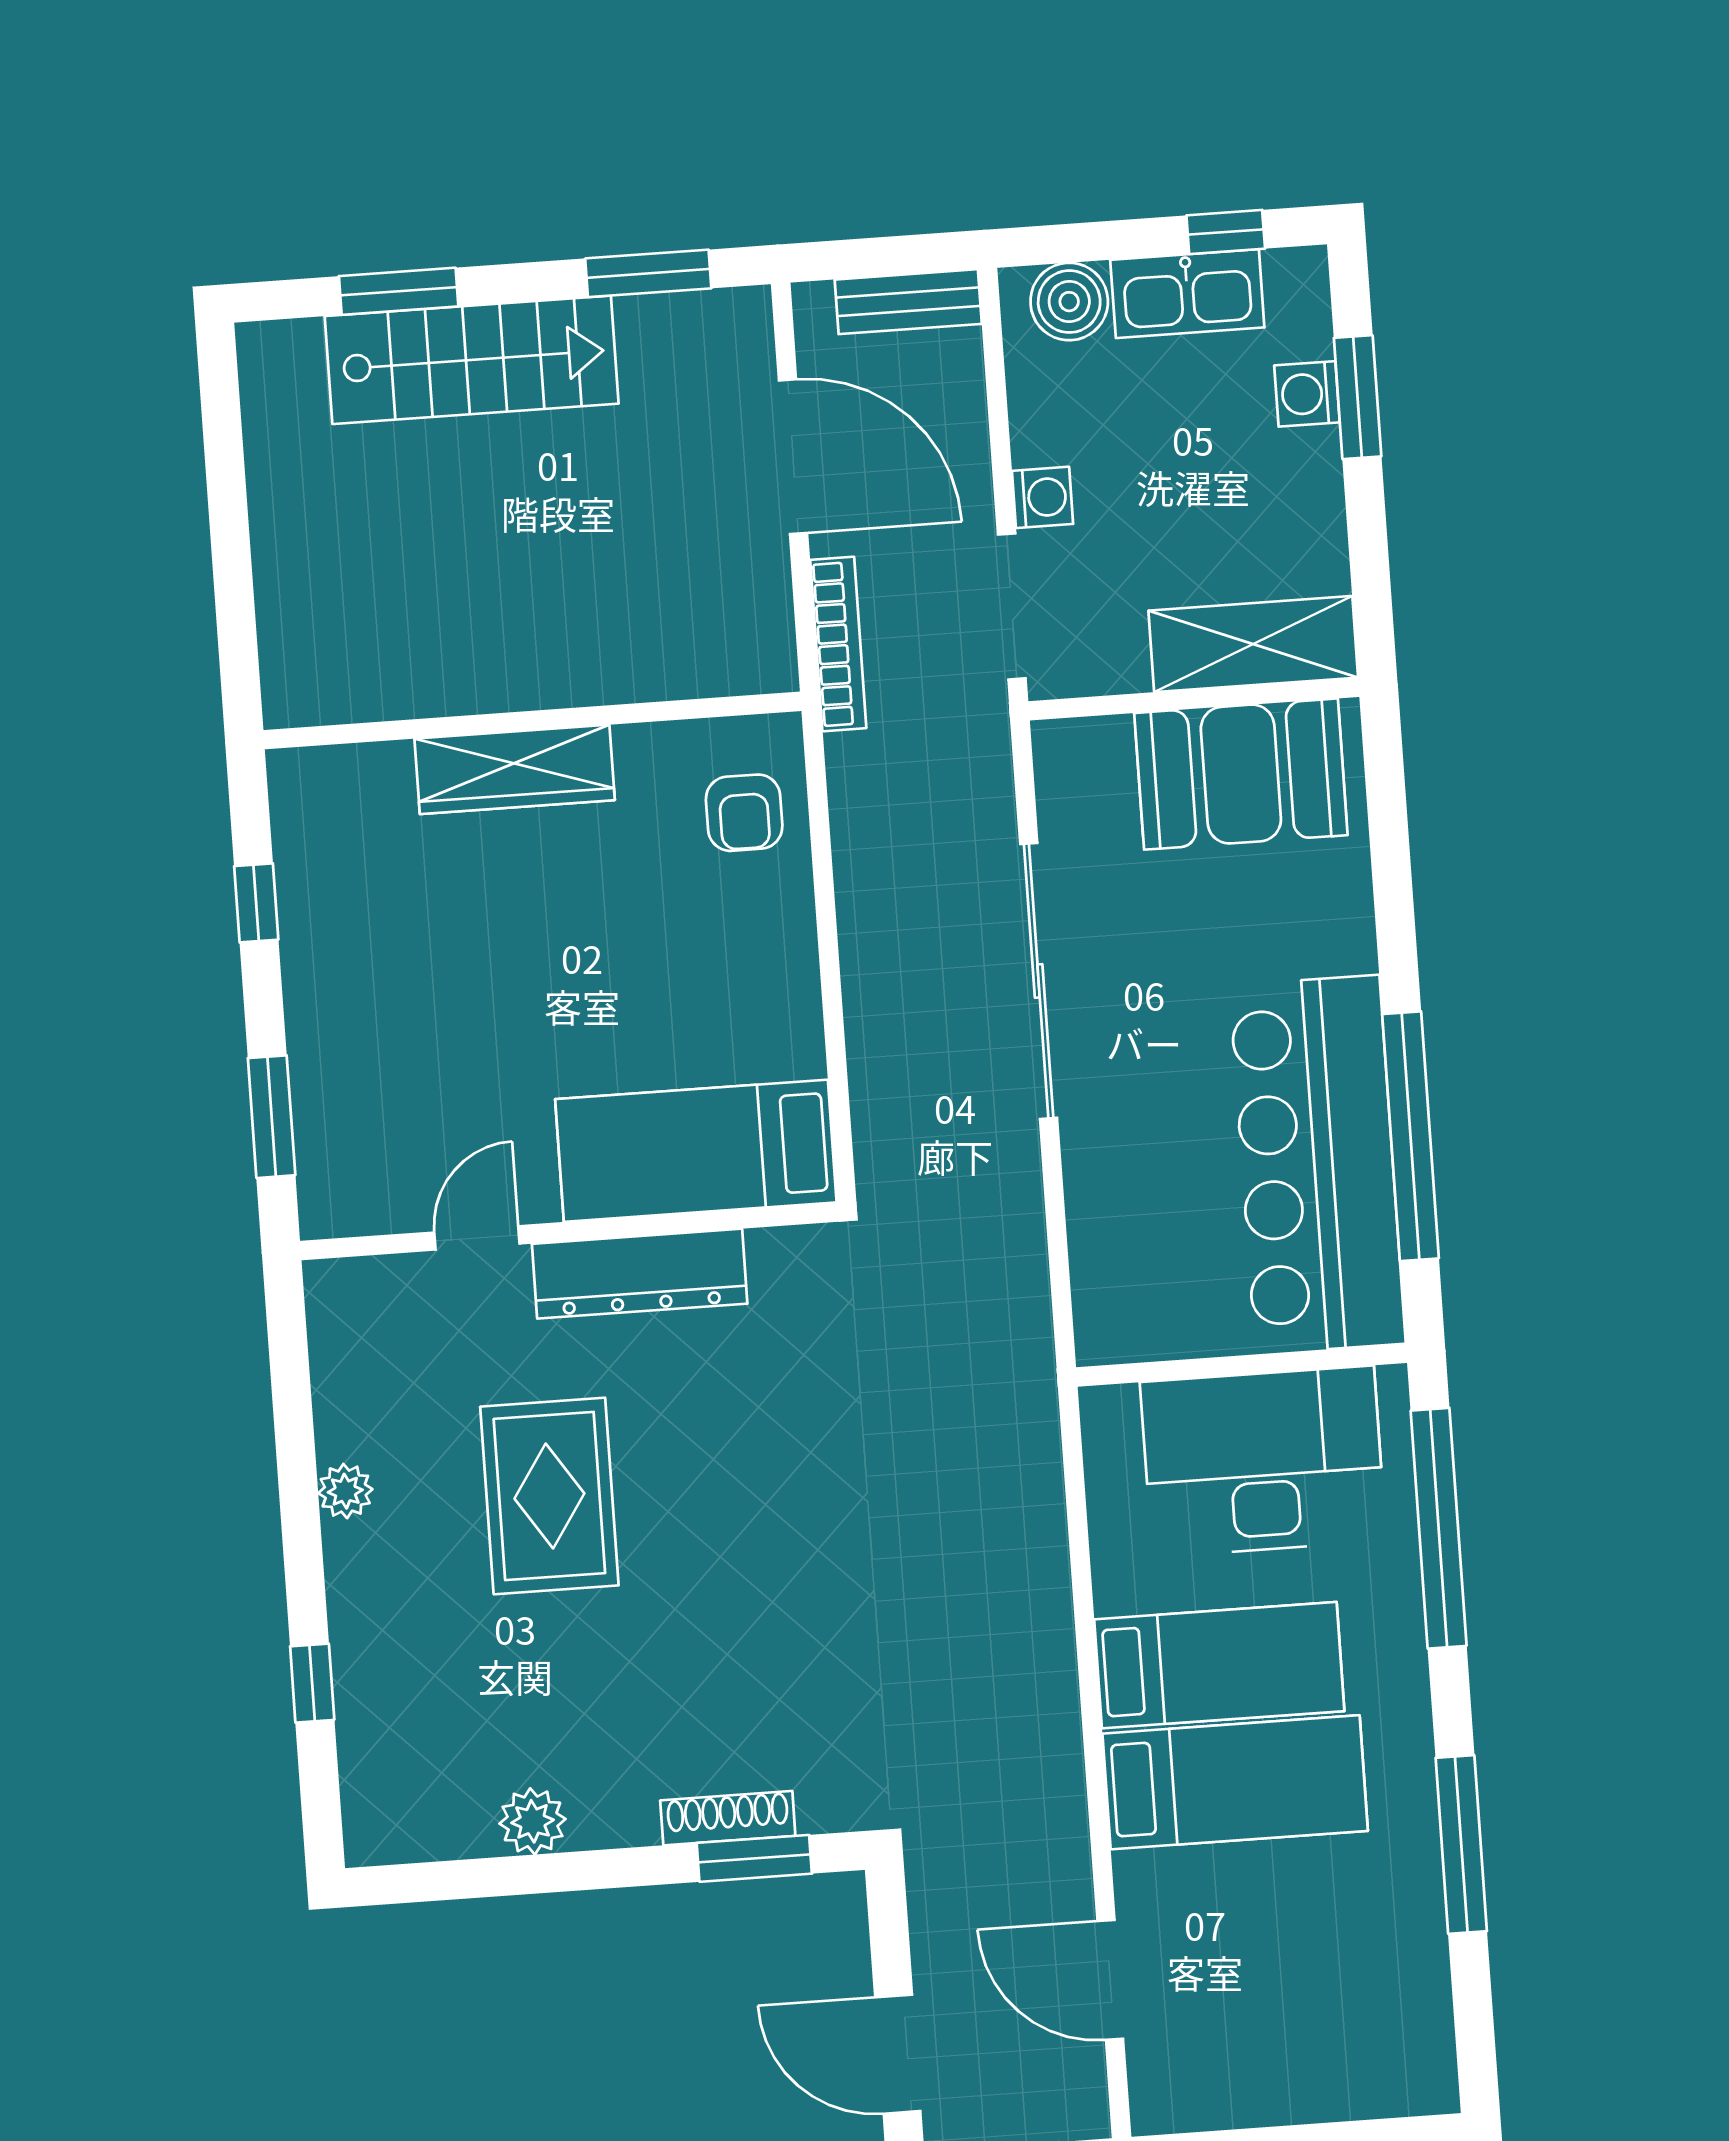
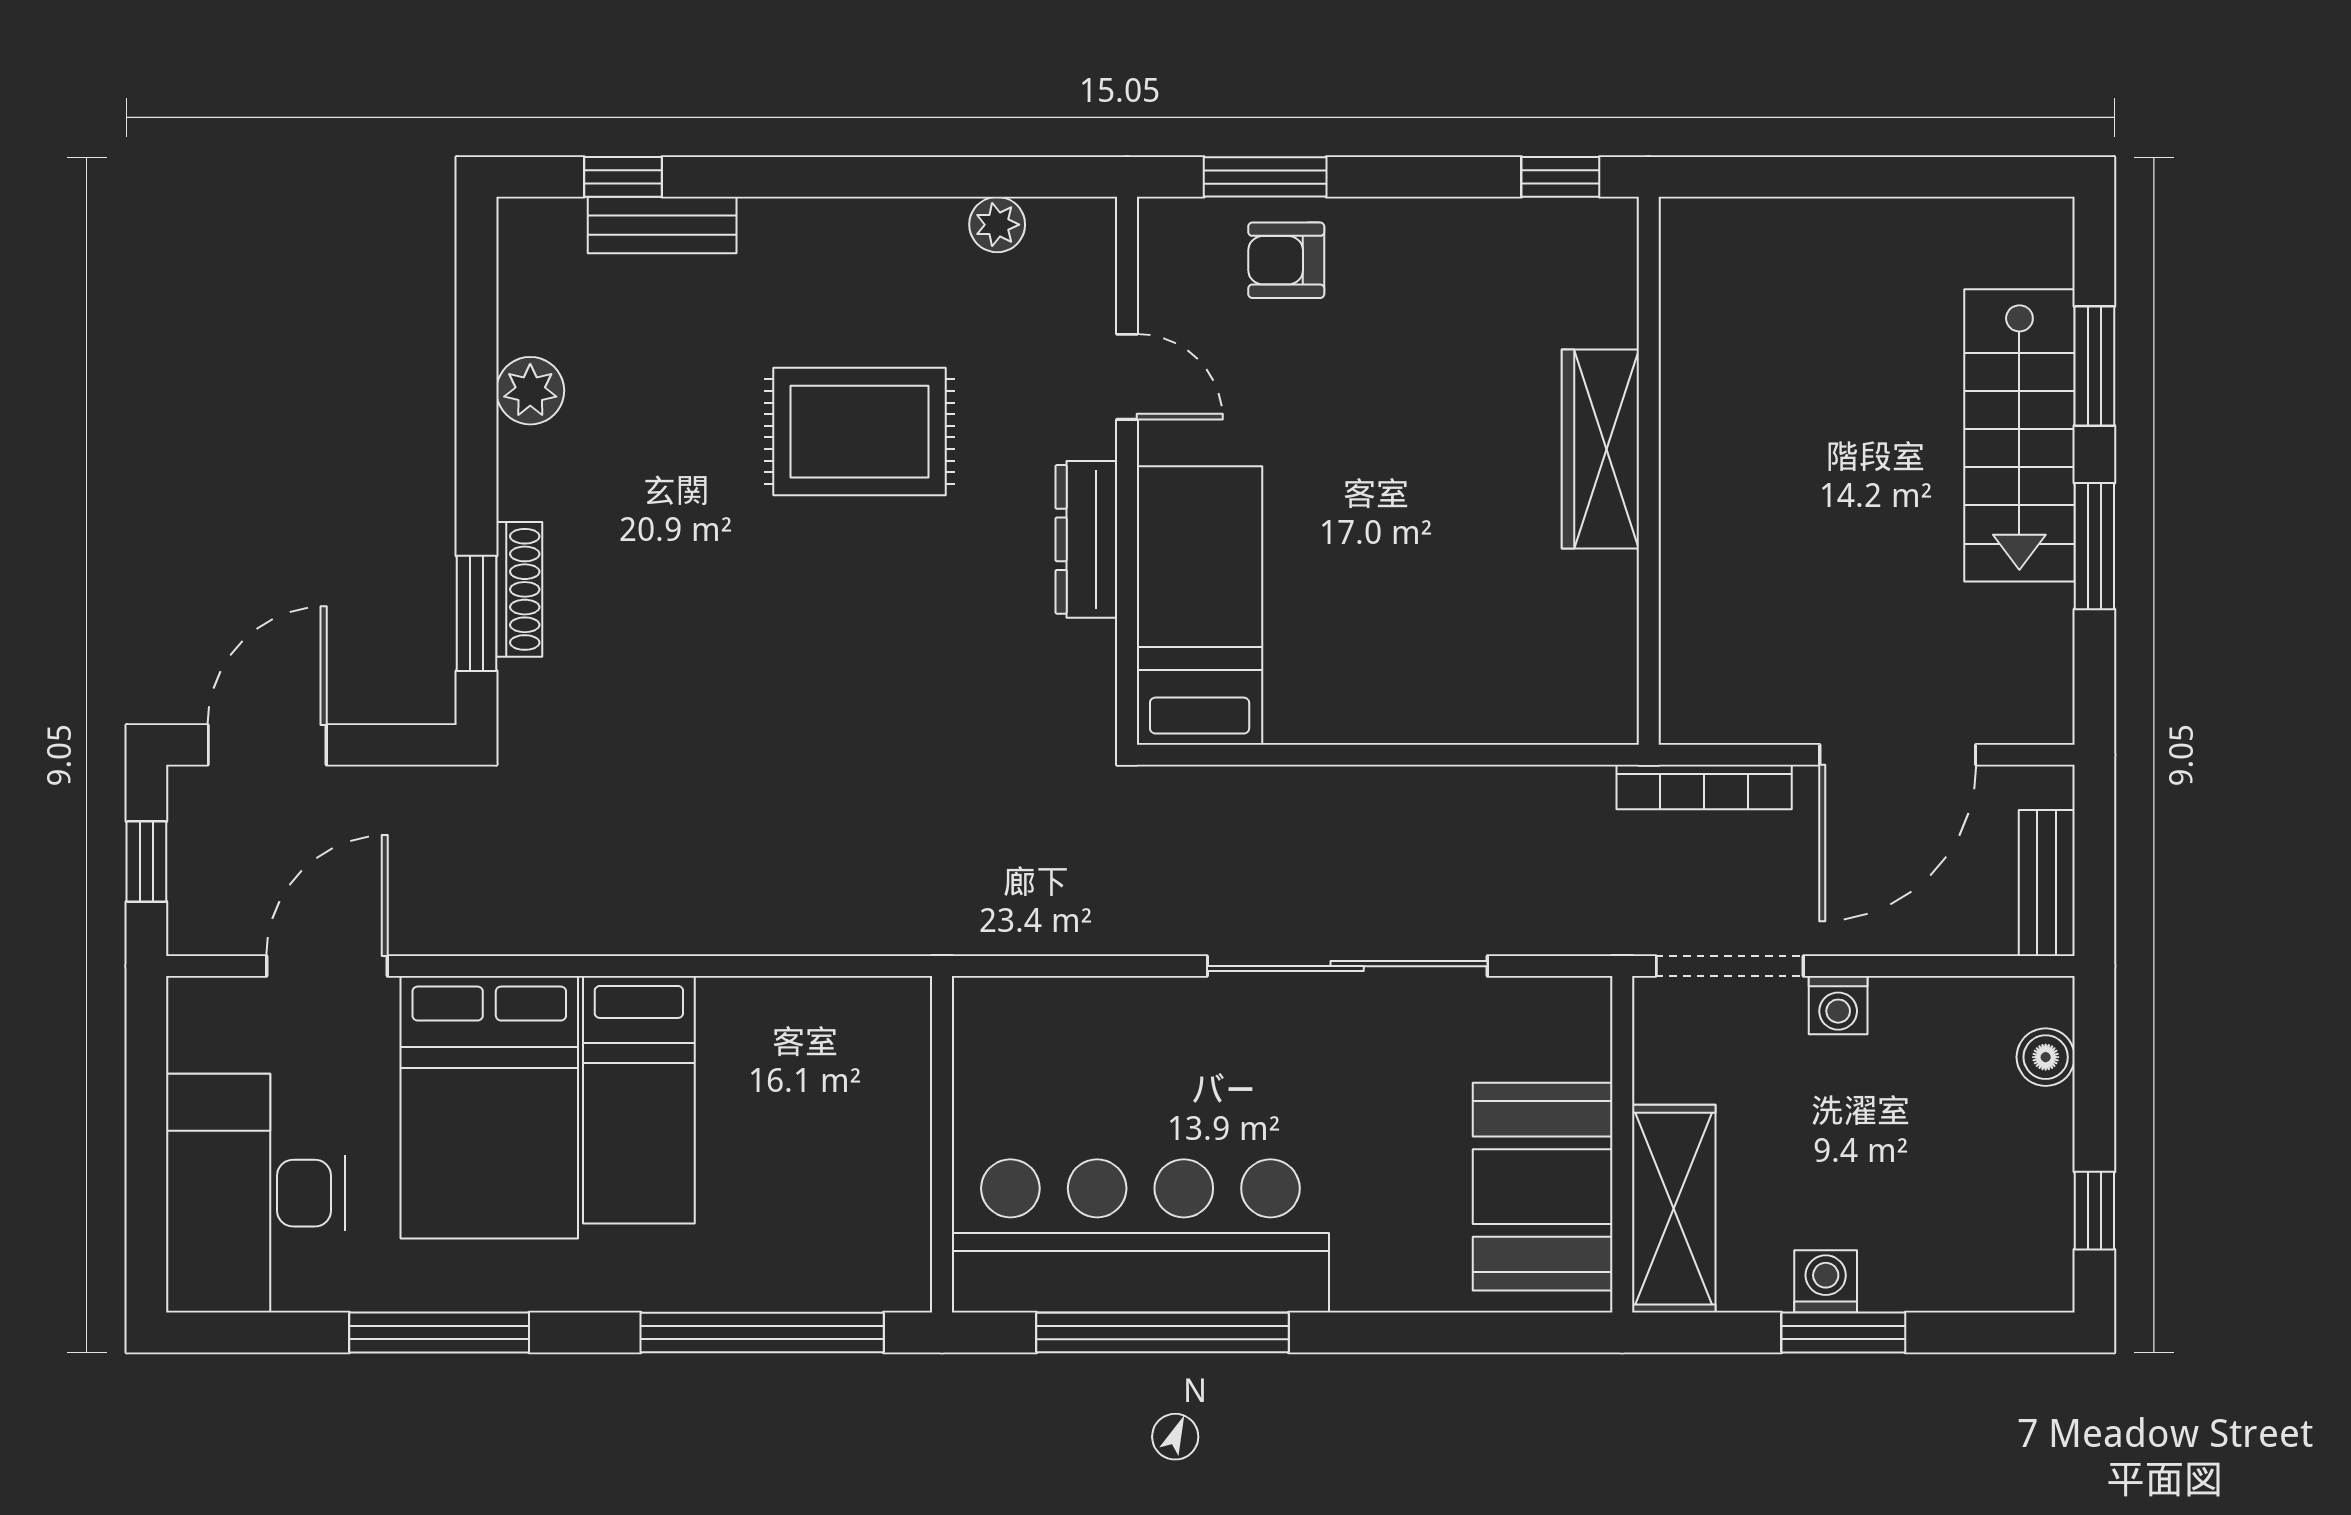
window: (648, 273) -> (2094, 546), moved
kitchen sink: (1187, 294) -> (2035, 1167), removed
boiler: (1069, 302) -> (2046, 1057), width x0.73, depth x0.73
washing machine: (1307, 394) -> (1826, 1281), moved
window: (1358, 397) -> (1843, 1333), moved
armchair: (744, 813) -> (1286, 260), moved
window: (256, 903) -> (1560, 177), moved
dresser: (640, 1274) -> (1086, 539), width x0.73, depth x0.80
desk: (1263, 1461) -> (256, 1193), moved, turned 180
plant: (345, 1491) -> (997, 225), moved
window: (312, 1683) -> (623, 177), moved
bench: (361, 1704) -> (662, 225), added
bed: (1235, 1782) -> (489, 1107), width x1.50

